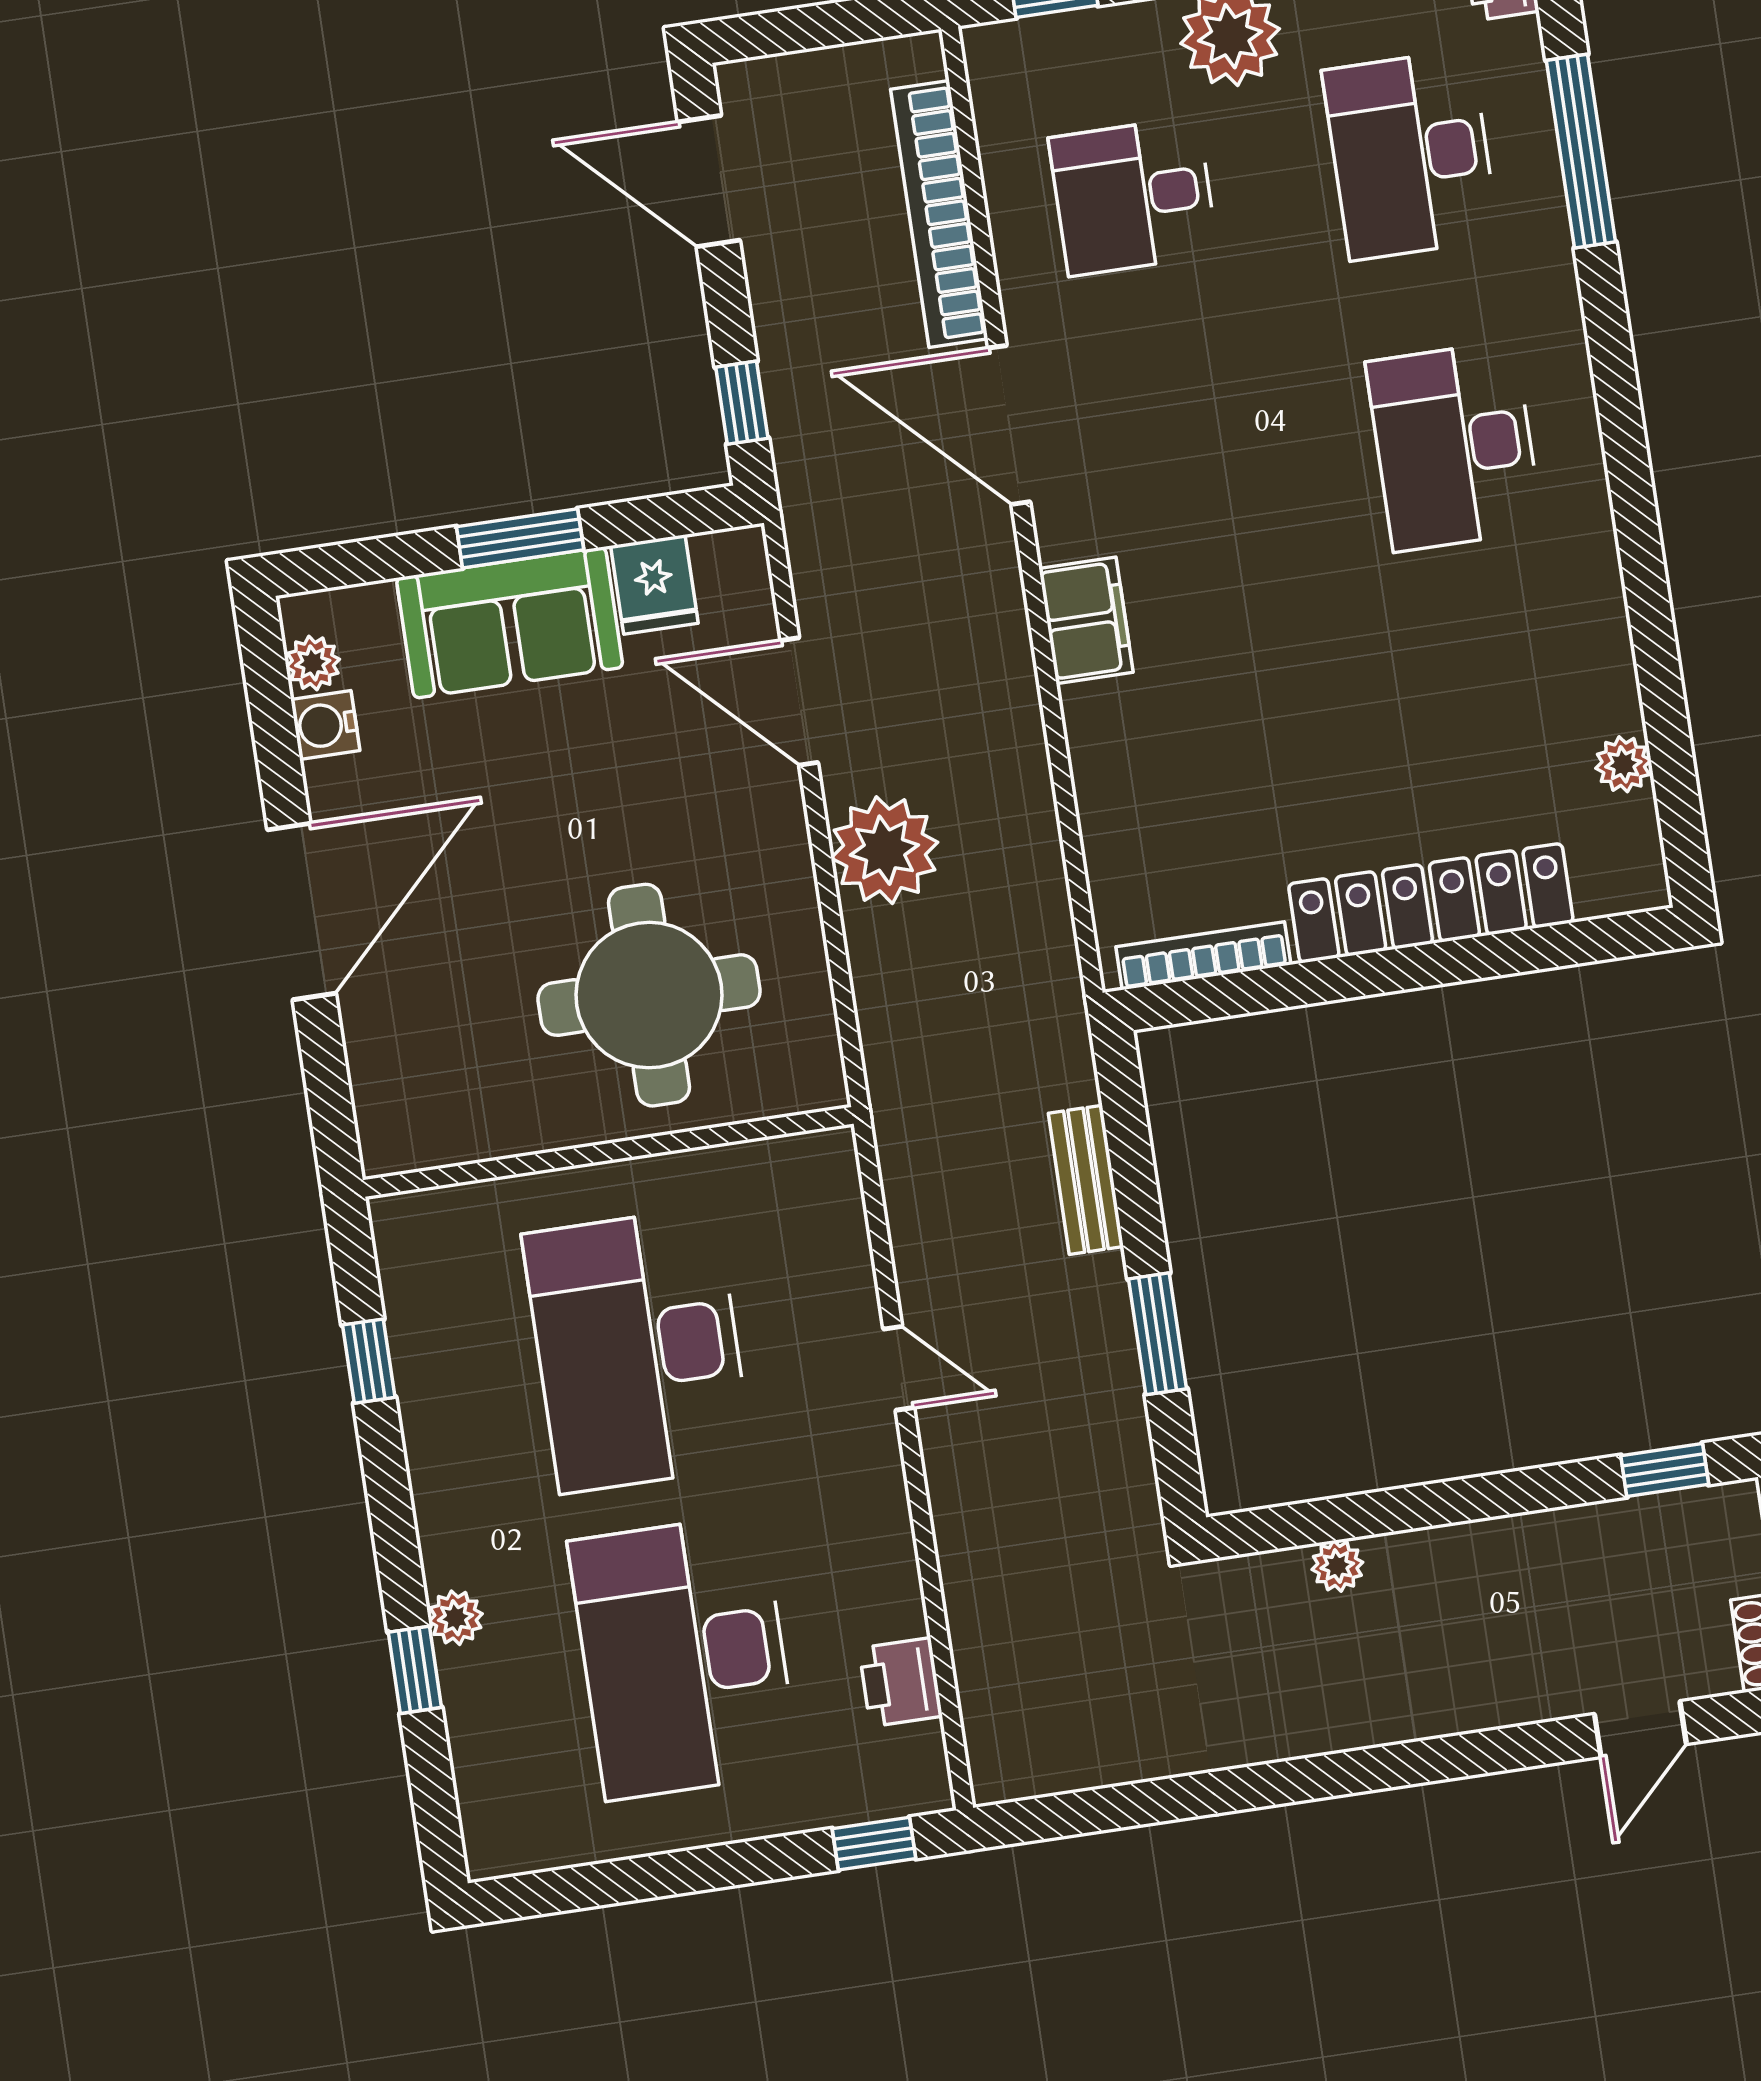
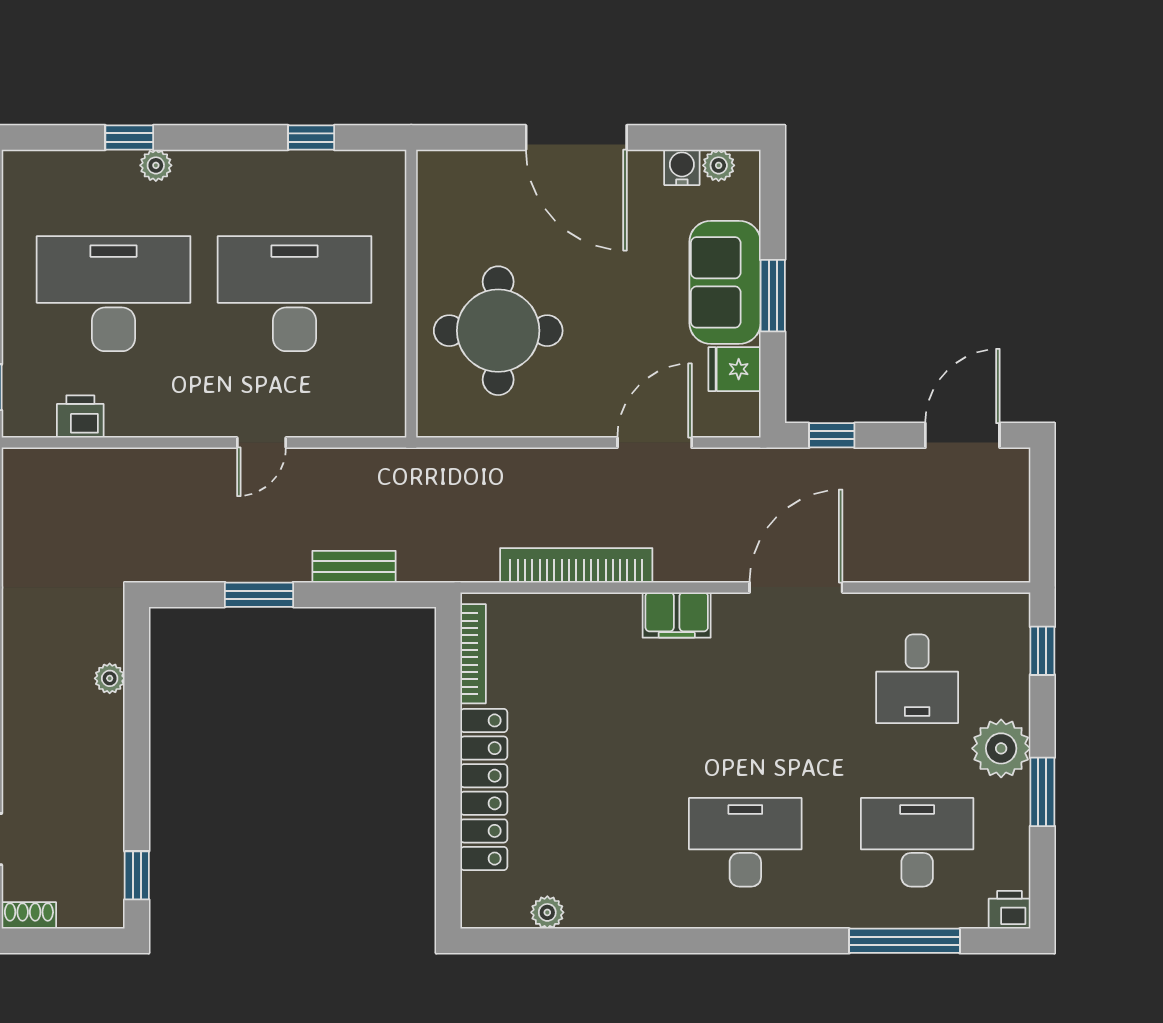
desk: (1133, 196) -> (917, 679), turned 180
bookcase: (939, 214) -> (576, 565), moved
plant: (884, 850) -> (562, 479), removed

